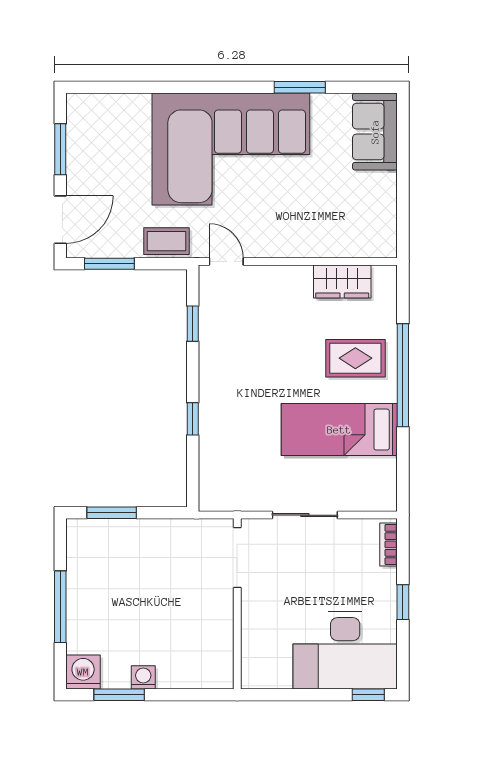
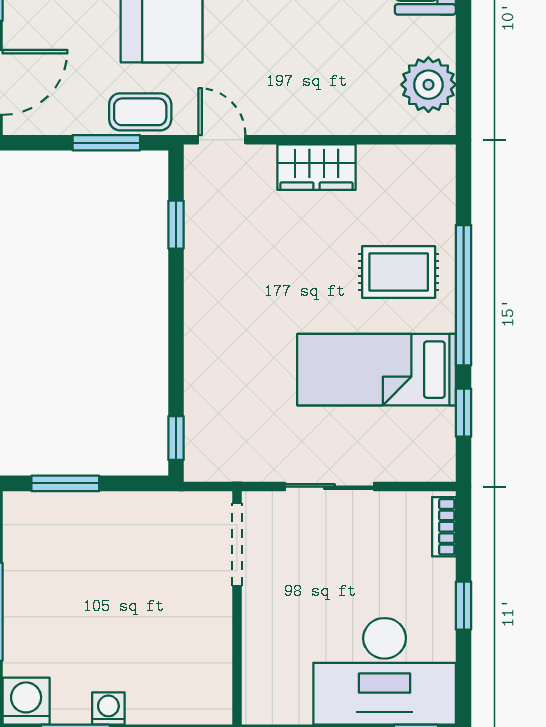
plant: (377, 221) -> (428, 85), added
window: (109, 264) -> (106, 143), moved
wardrobe: (342, 281) -> (317, 167), moved
window: (193, 419) -> (176, 438), moved
window: (403, 461) -> (464, 413), added

